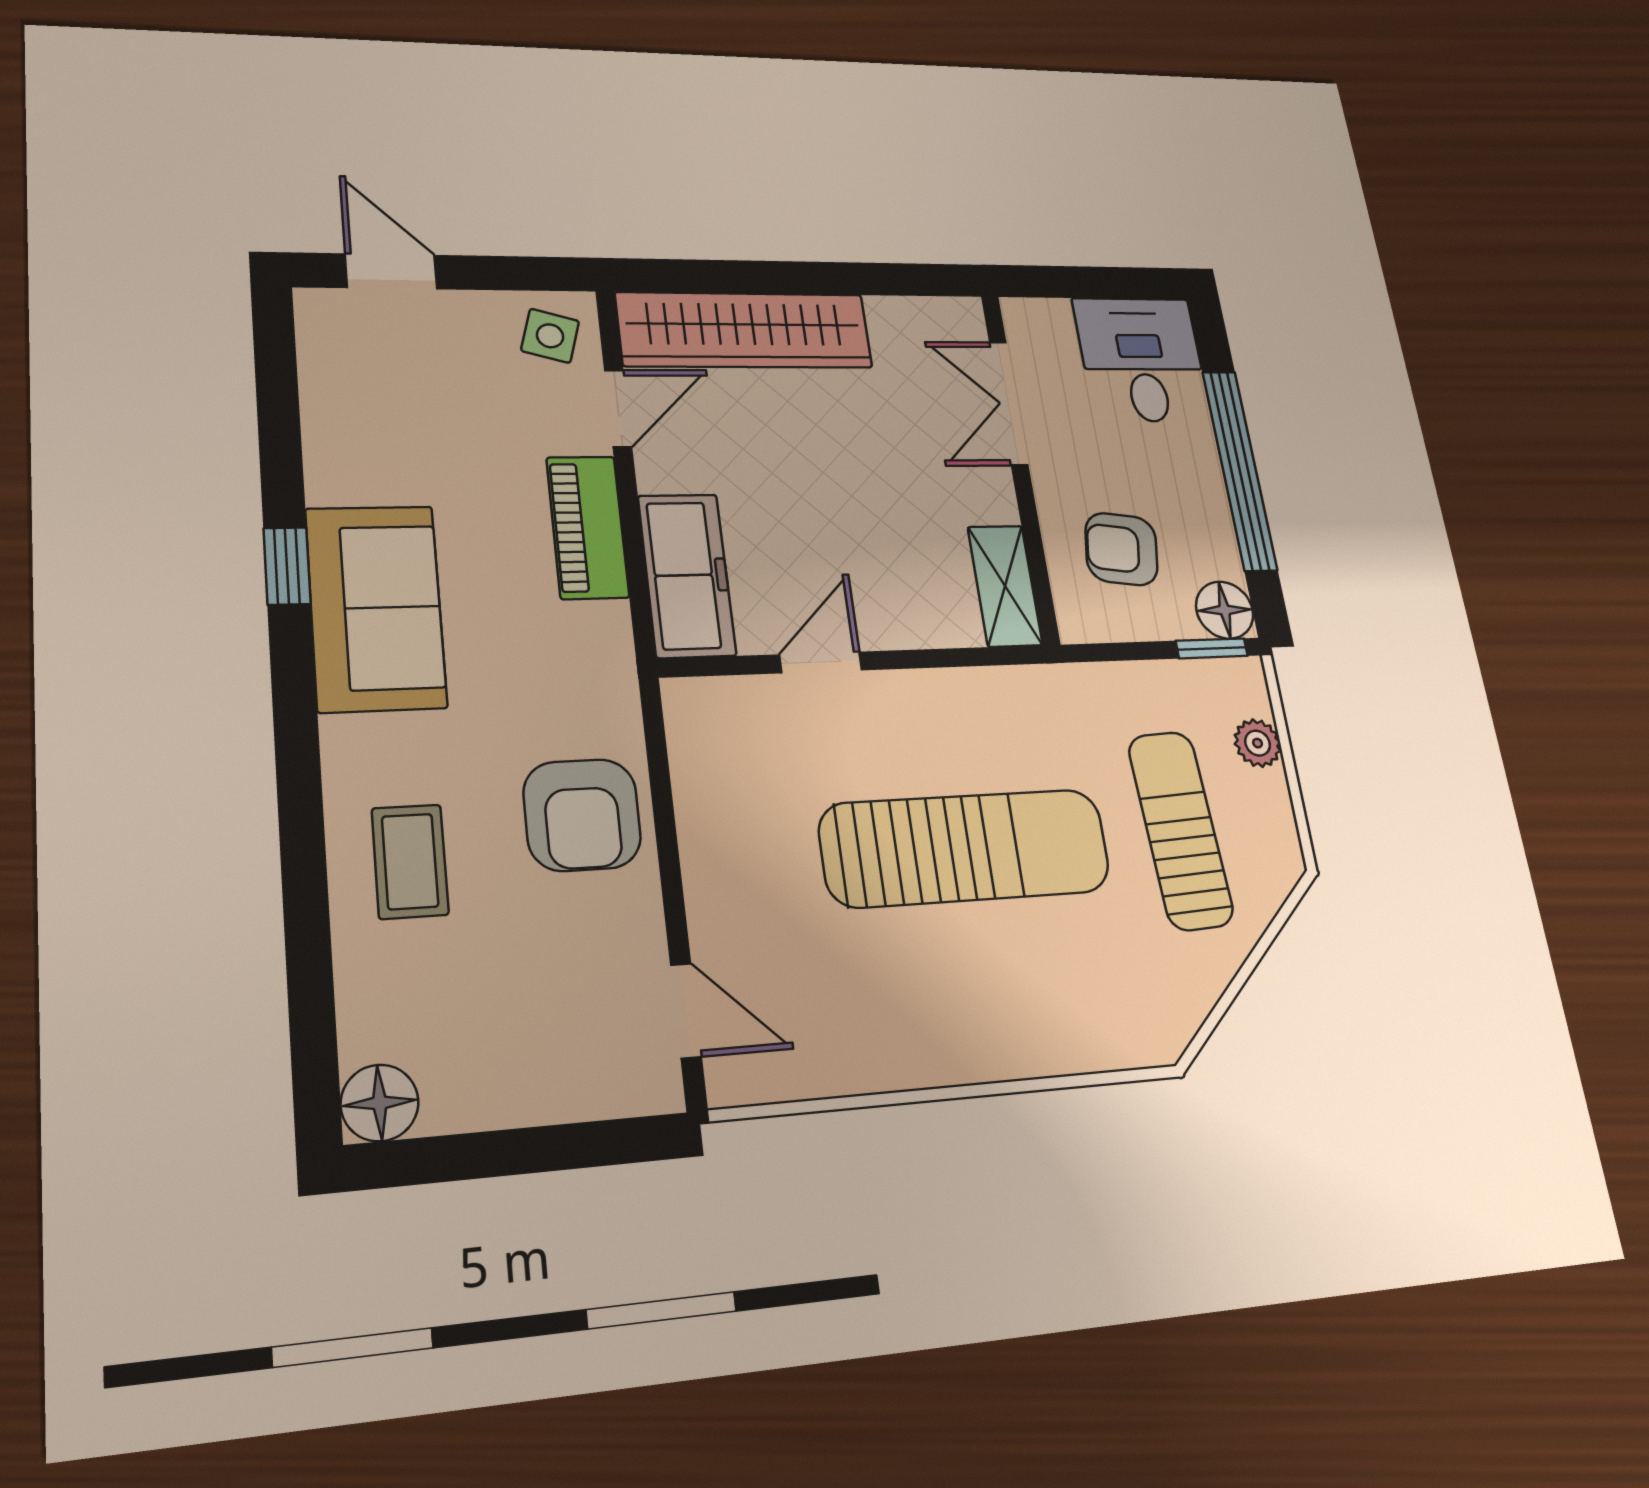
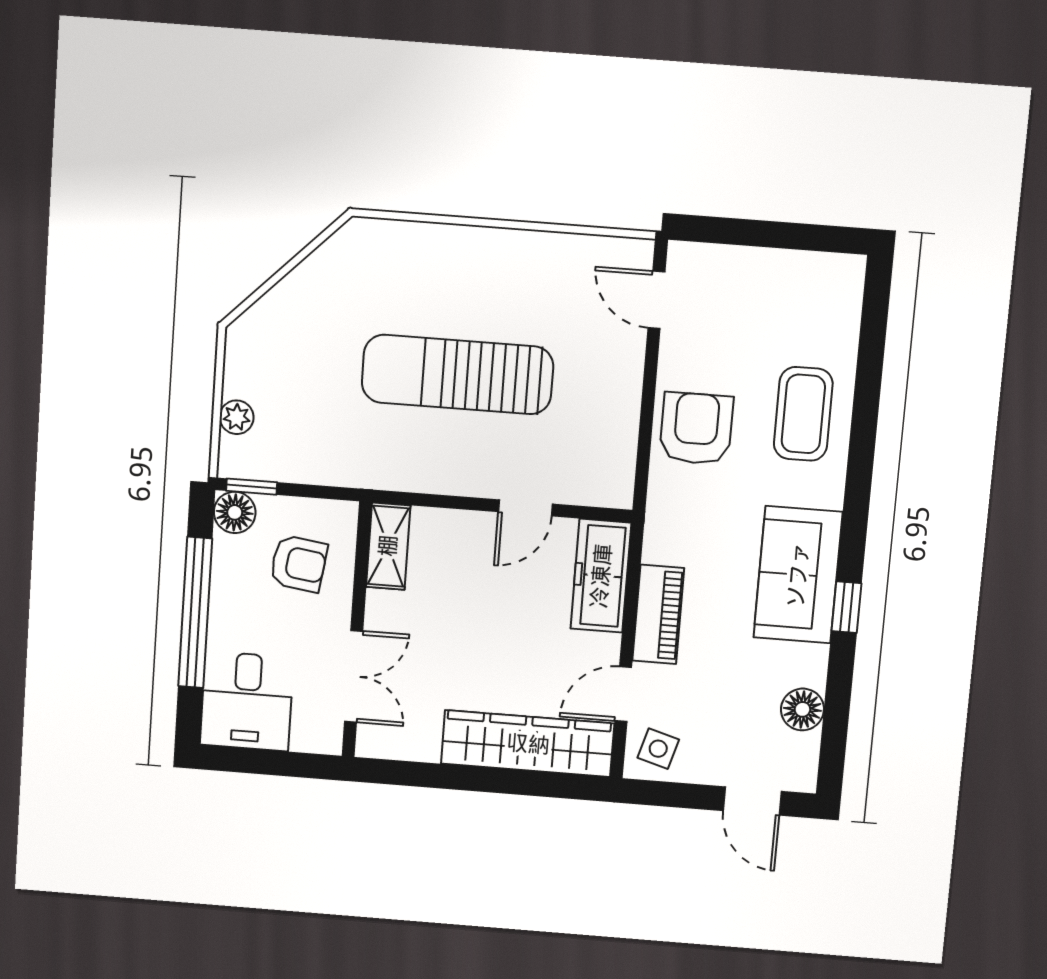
sun lounger: (1181, 830) -> (308, 366), removed
coffee table: (410, 861) -> (803, 414), width x1.36, depth x1.30
floor lamp: (380, 1103) -> (802, 709), moved

